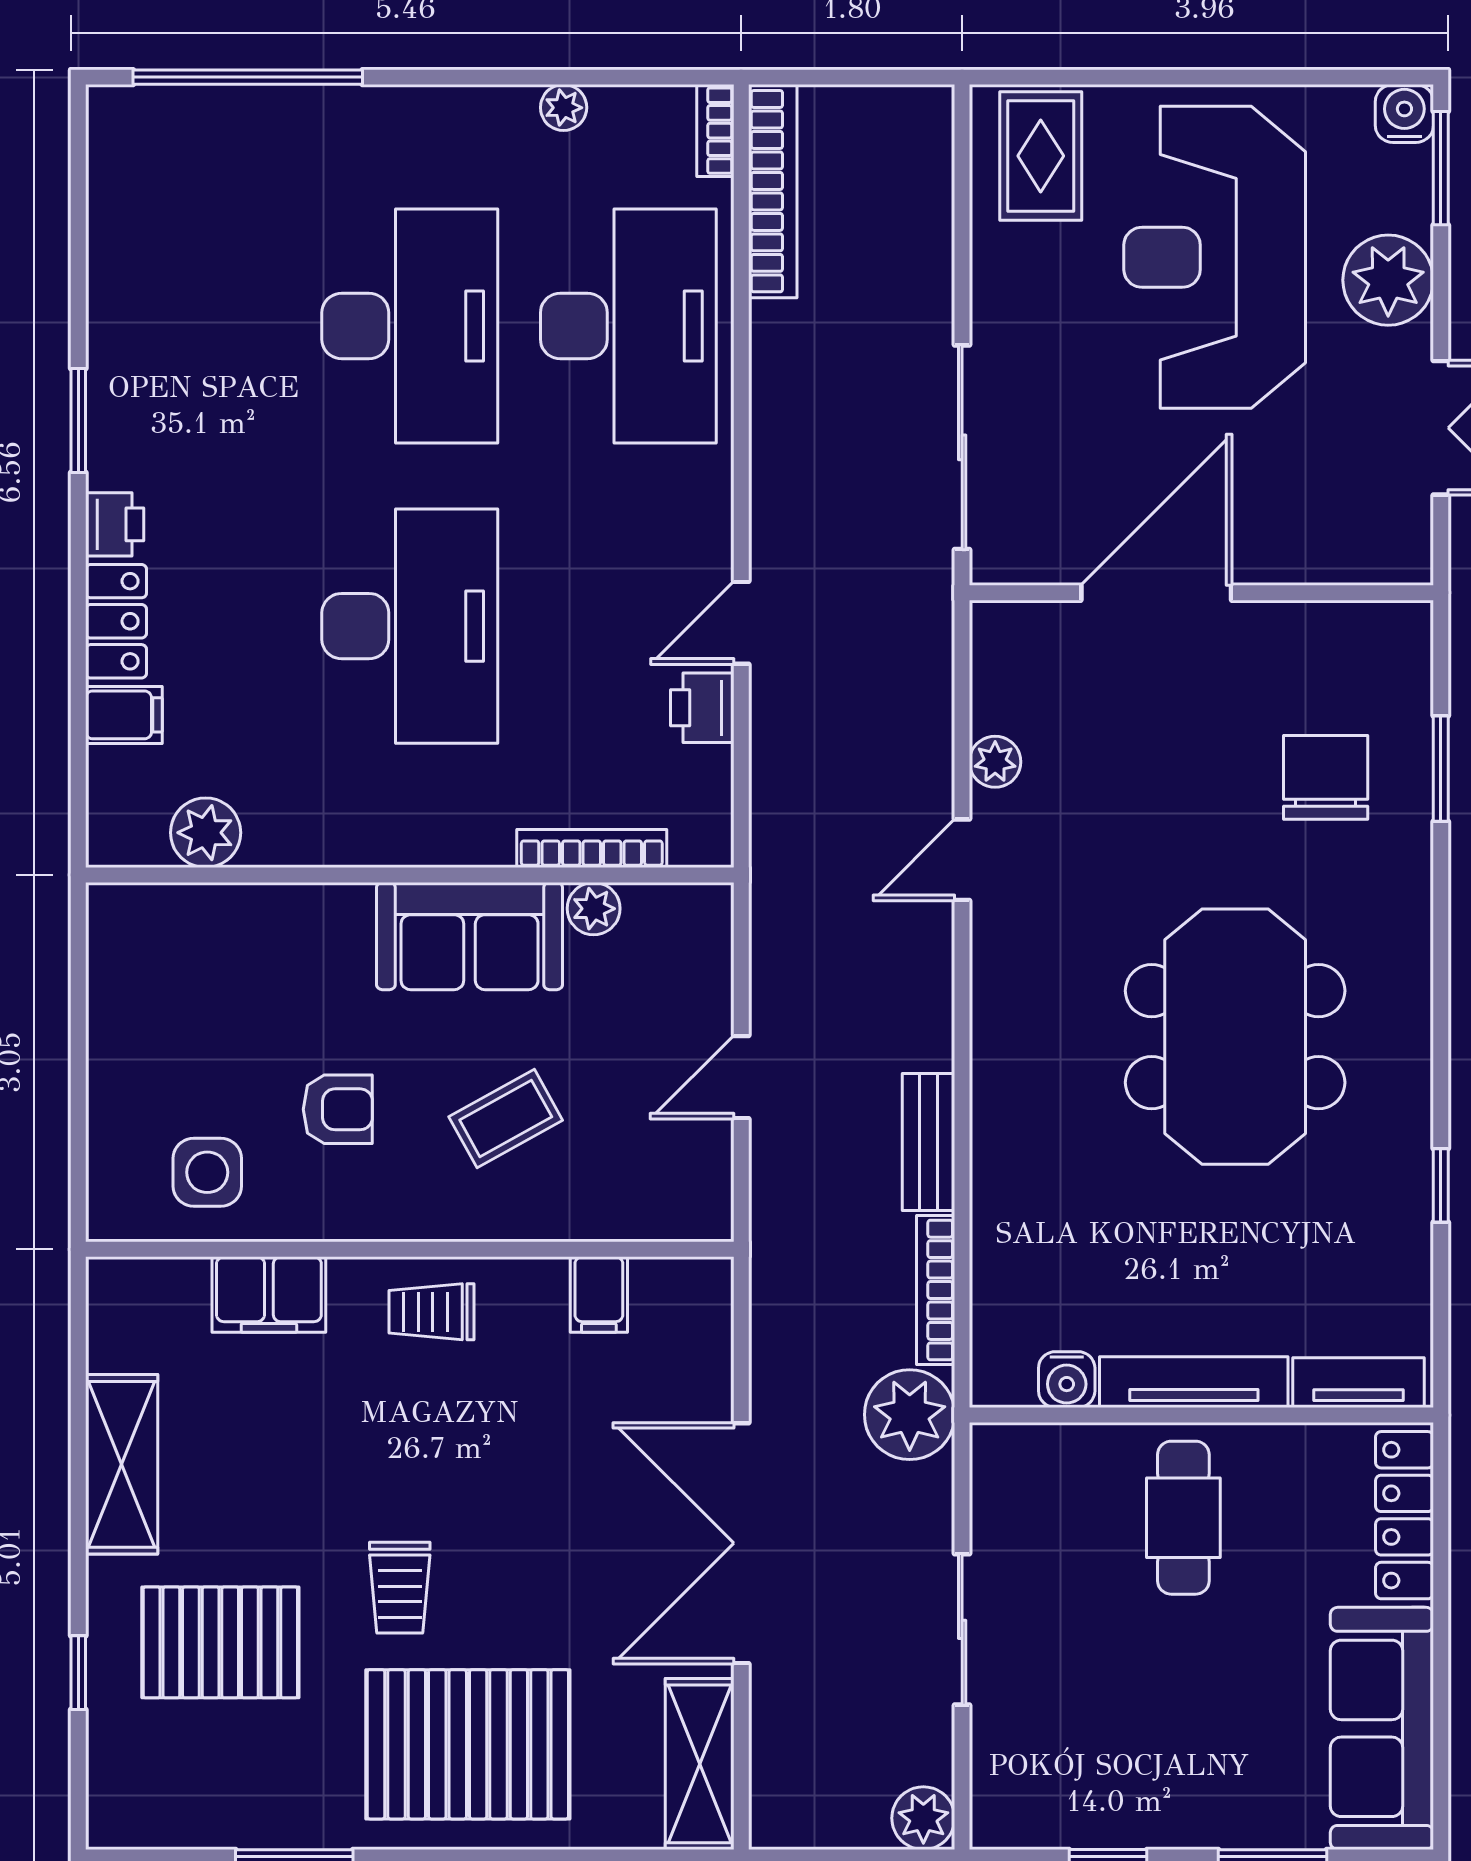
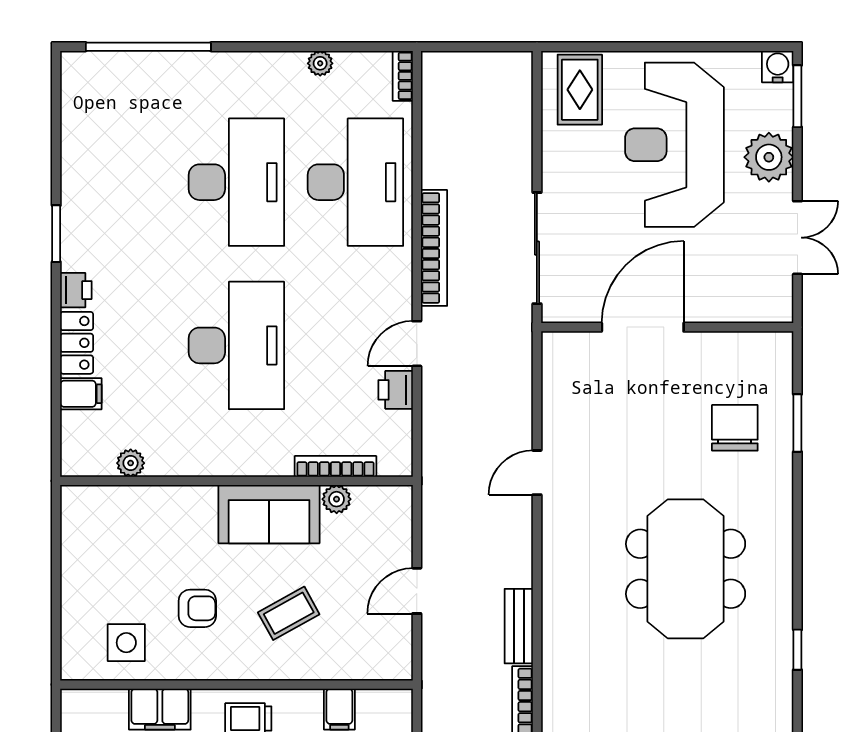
bookcase: (773, 191) -> (434, 248), moved
plant: (995, 762) -> (555, 419), removed
plant: (206, 833) -> (131, 463), width x0.73, depth x0.73

